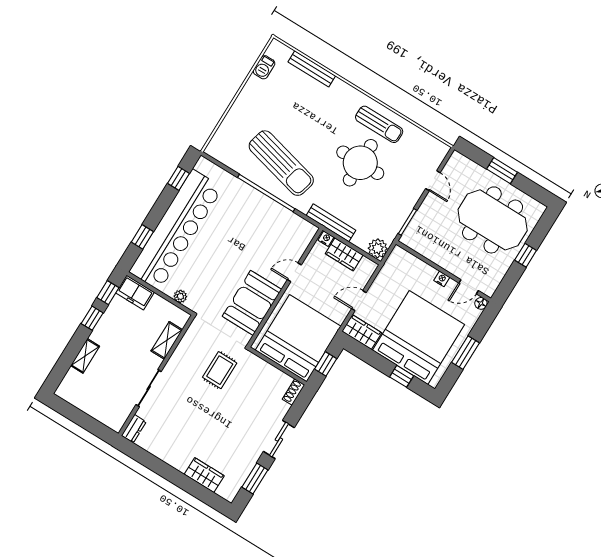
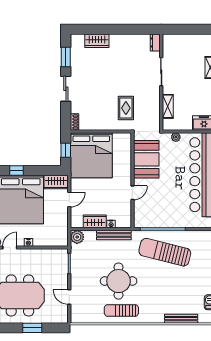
door: (294, 272) -> (132, 193), moved
wall: (285, 288) -> (132, 180), moved
booth: (252, 303) -> (146, 159), moved

